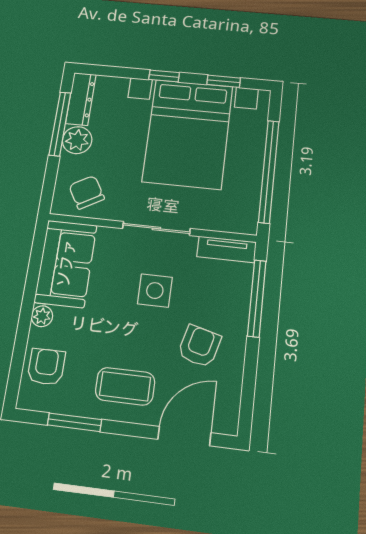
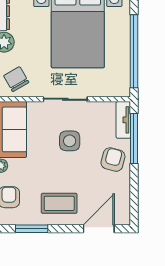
tv unit: (227, 249) -> (123, 120), moved, turned 90
armchair: (199, 346) -> (113, 160), moved

